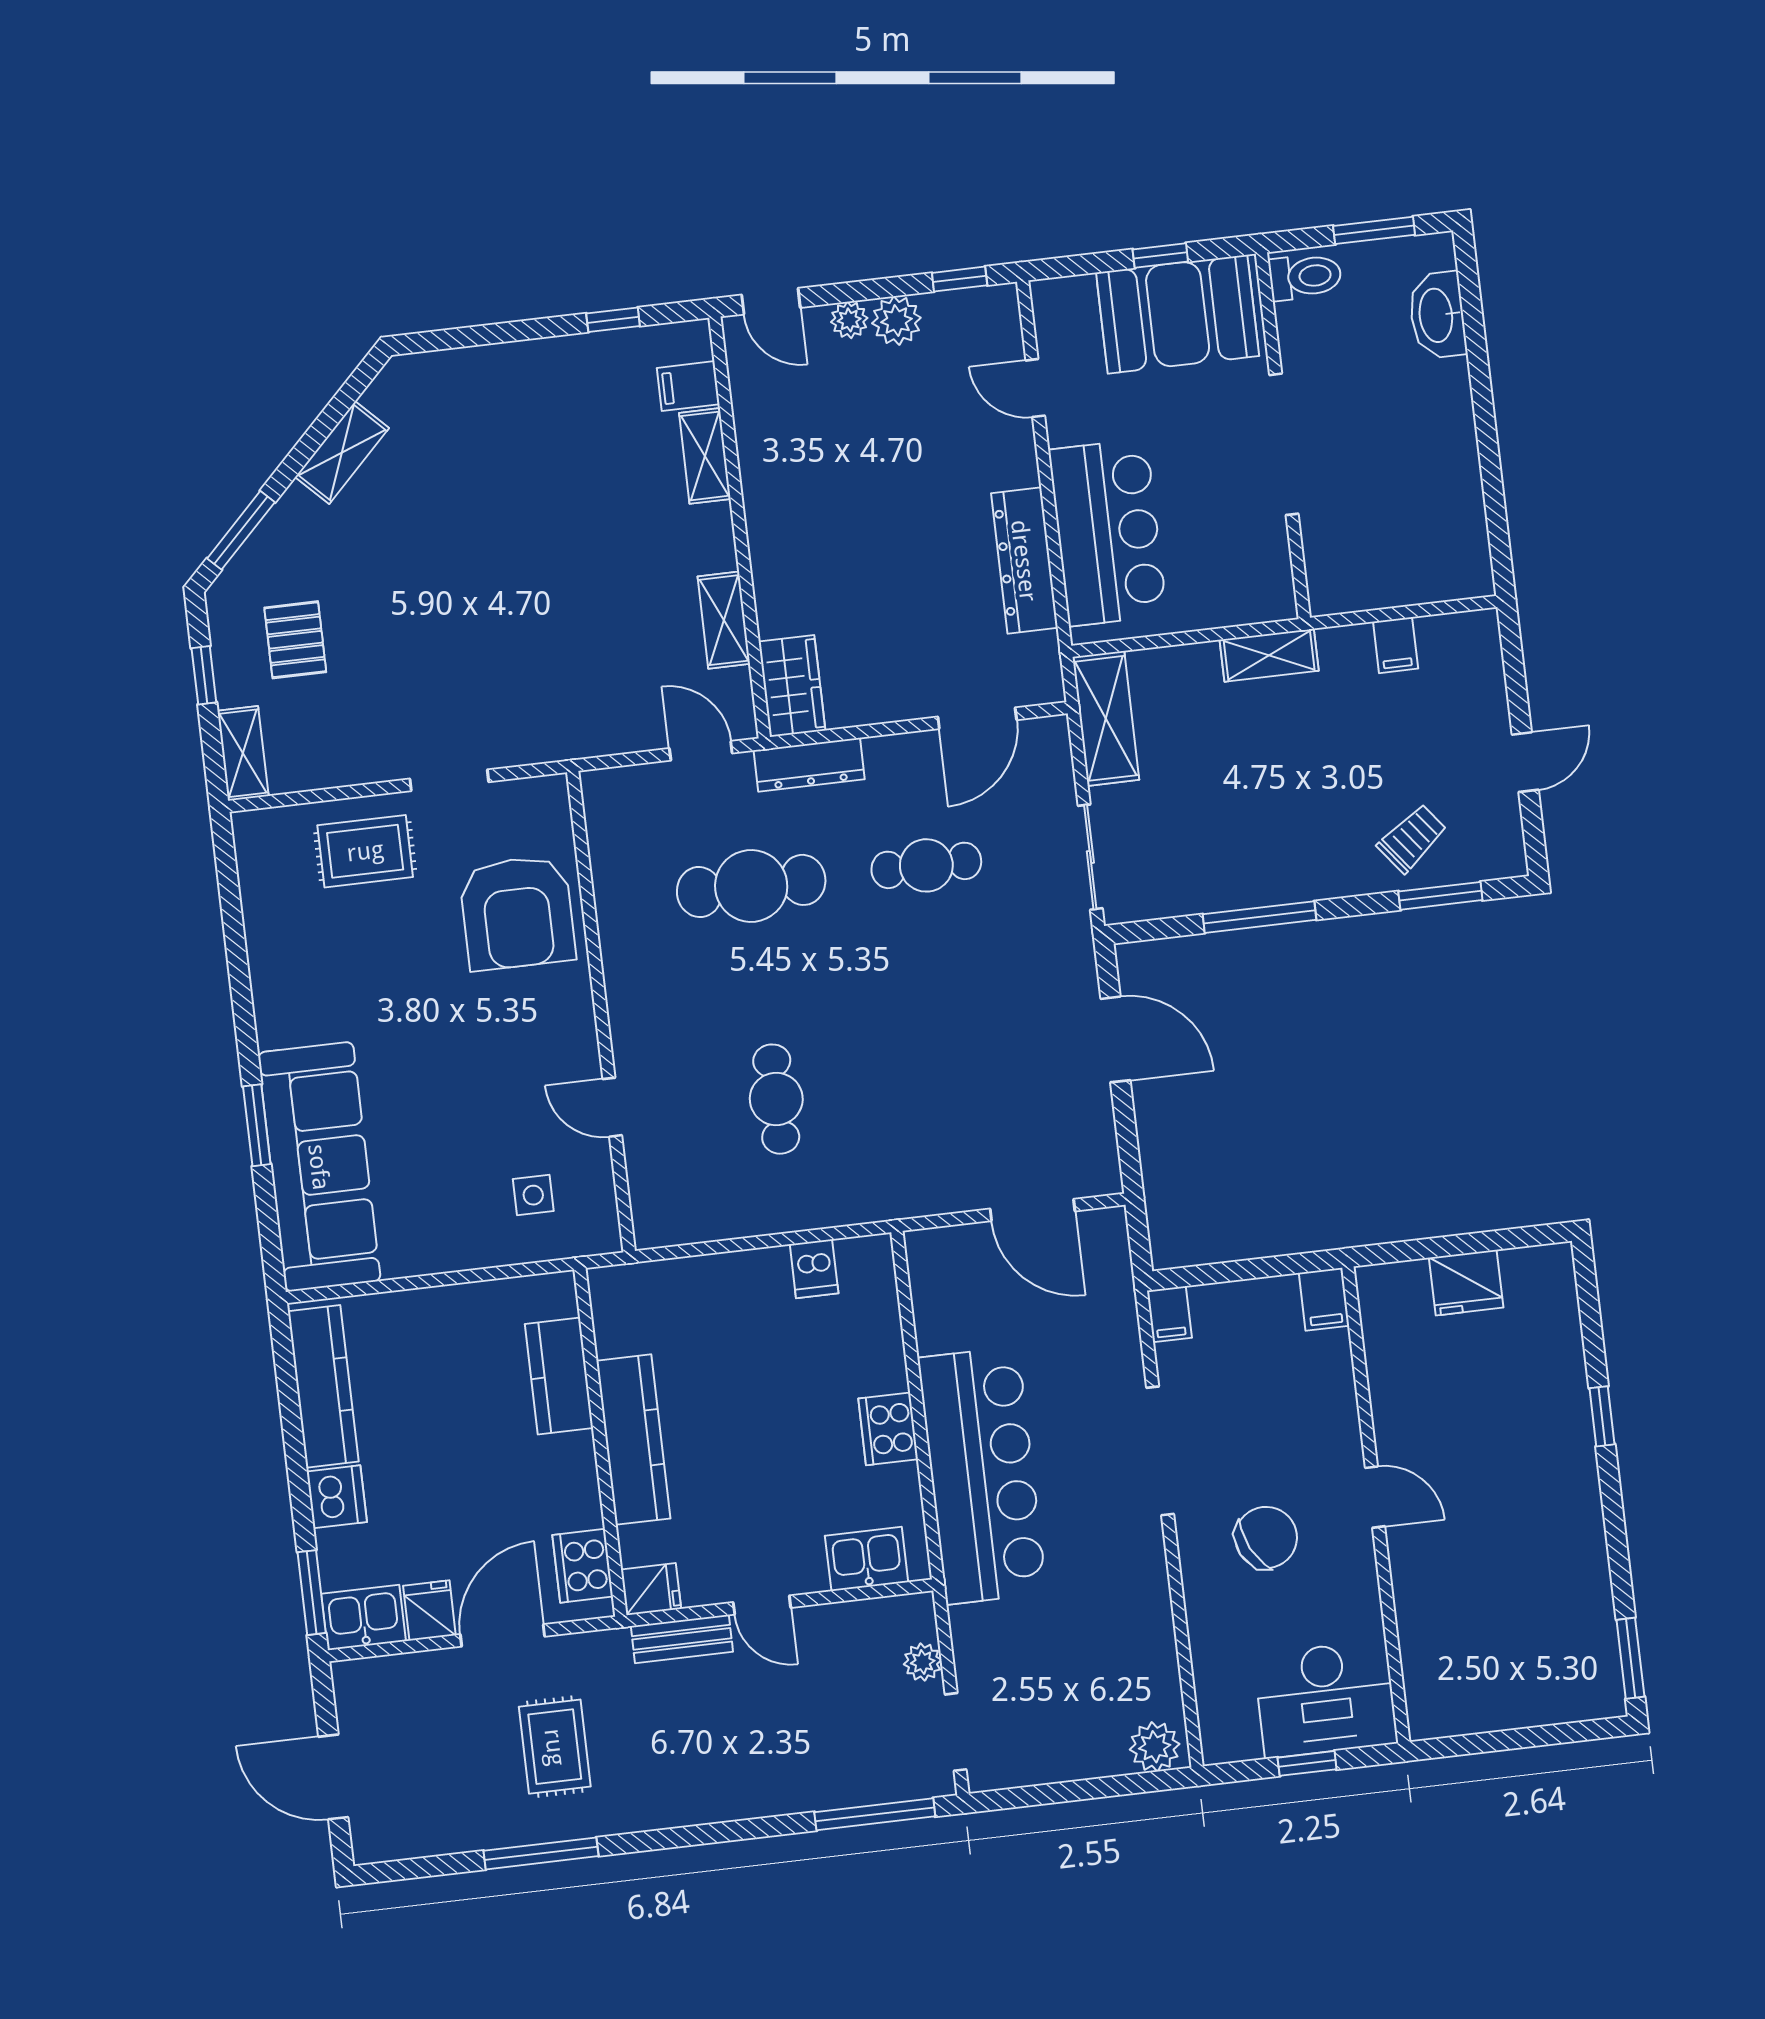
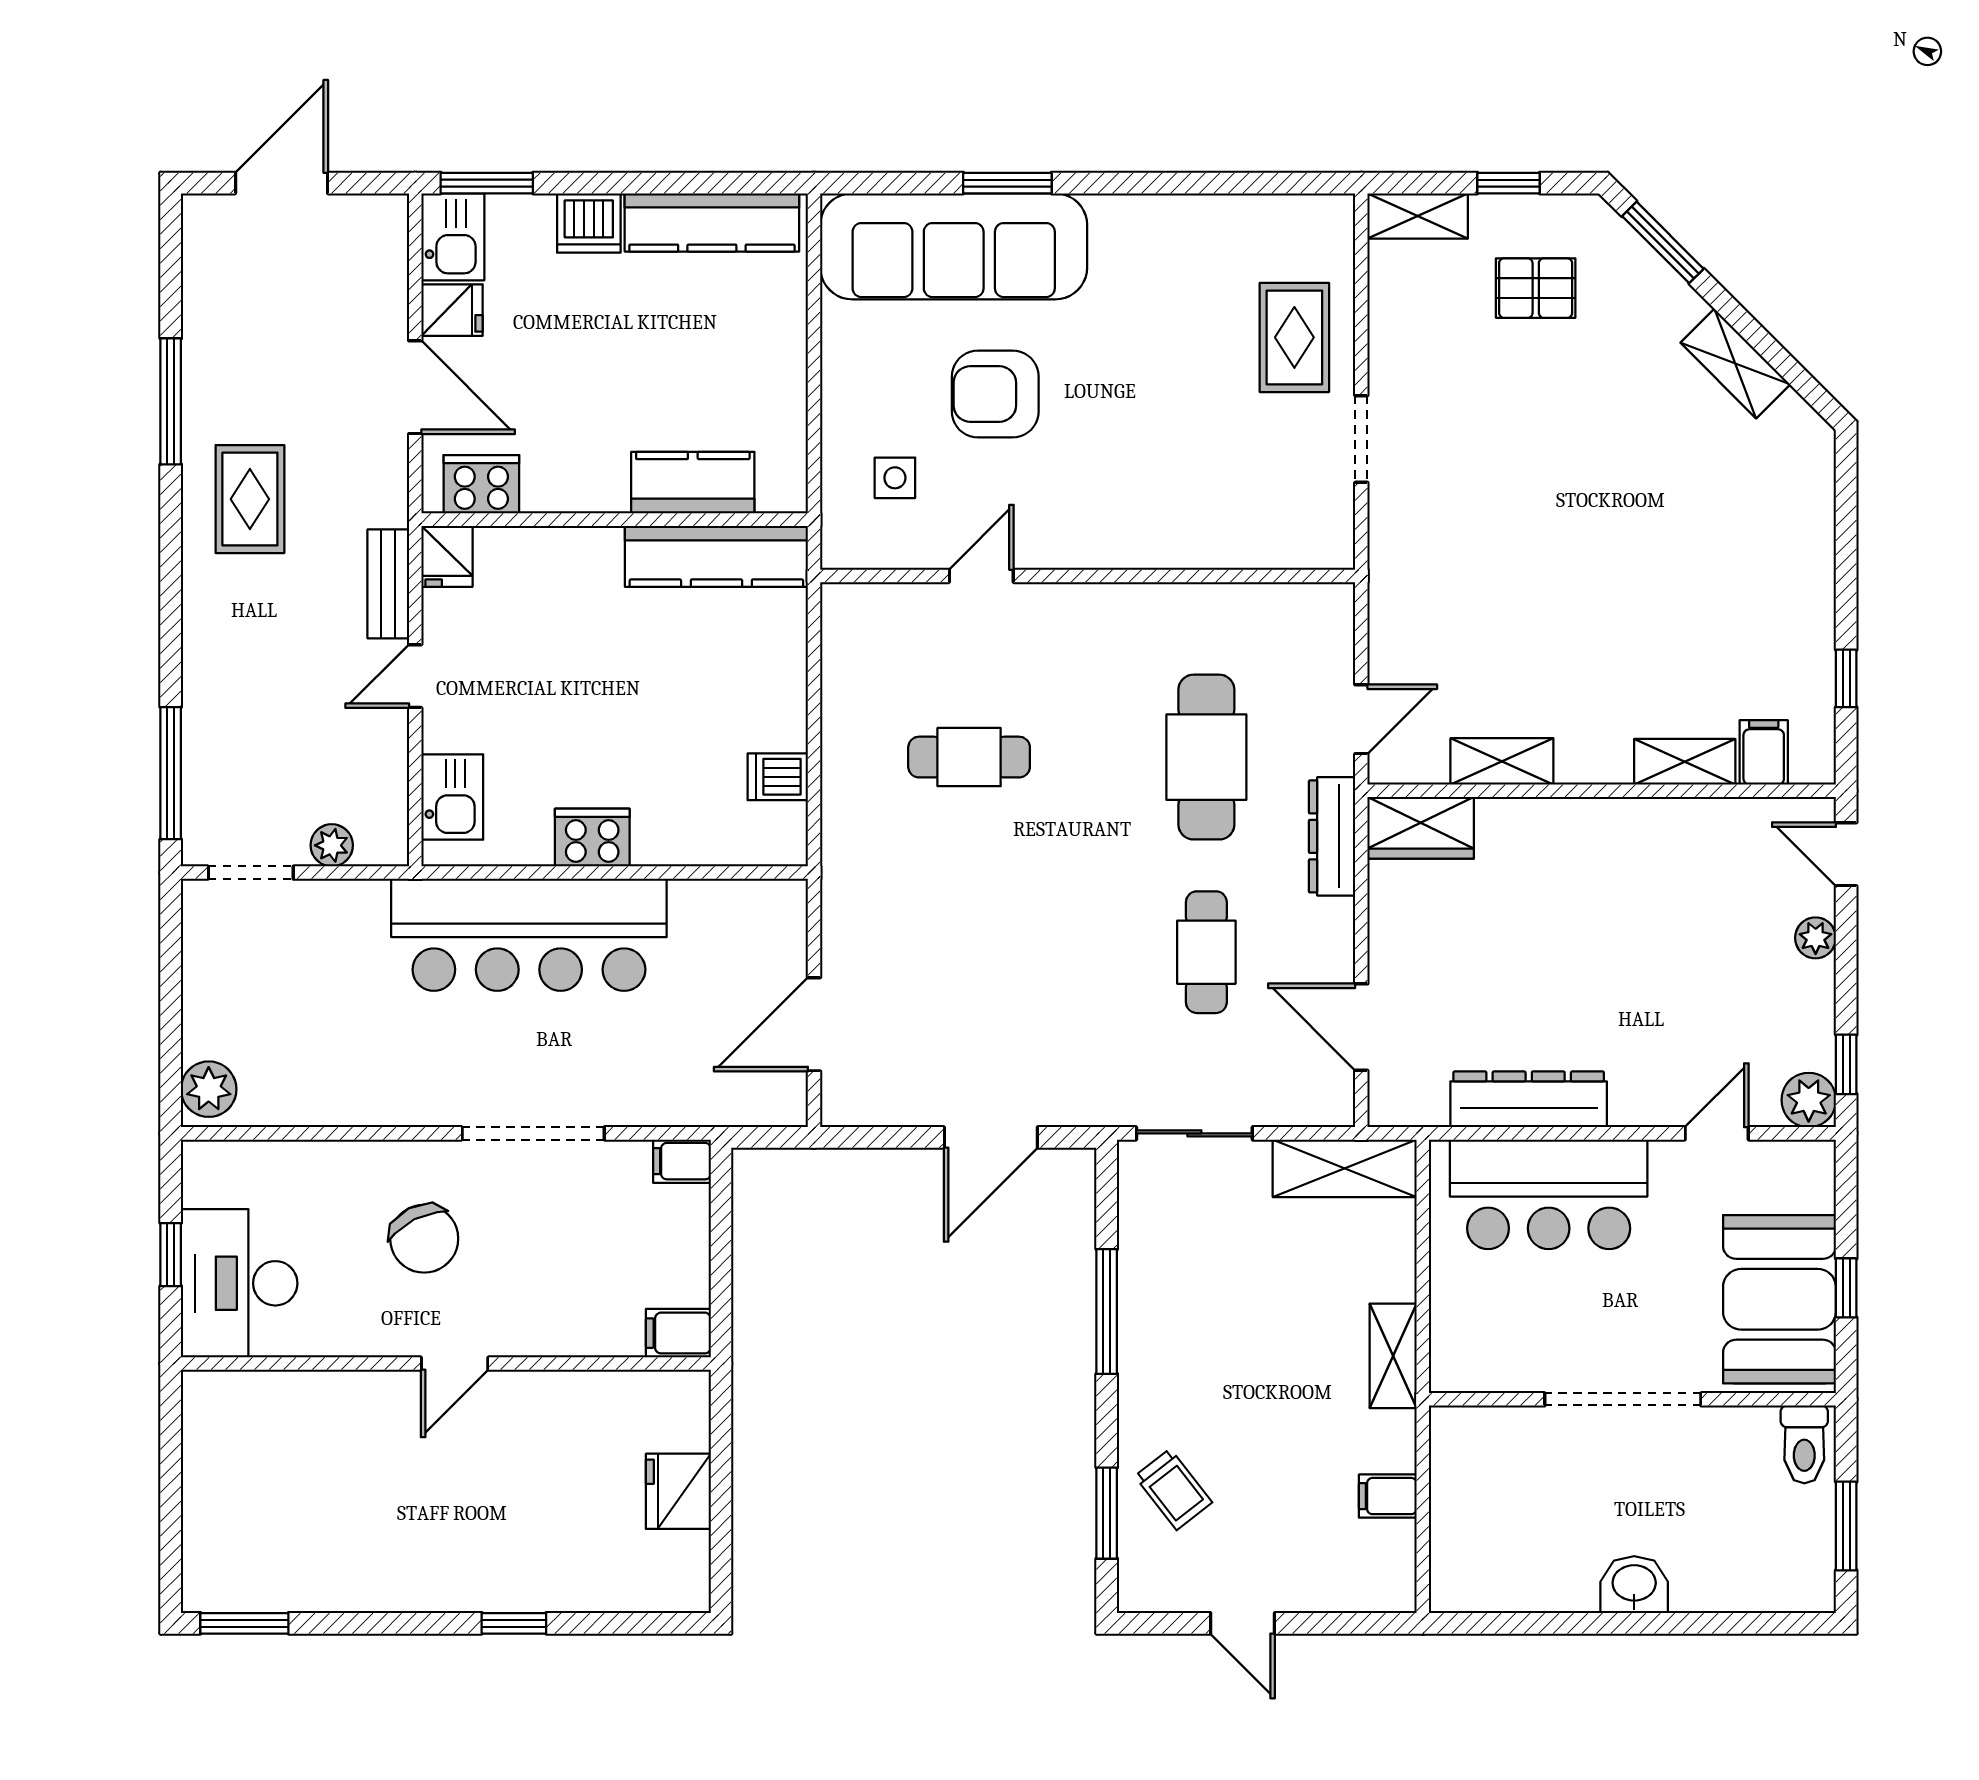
door: (771, 301) -> (1846, 854), hinge flipped
washbasin: (1437, 315) -> (1634, 1585), moved, width x0.72
plant: (896, 321) -> (1809, 1100), moved
armchair: (517, 913) -> (995, 394), moved, width x0.73, depth x0.73
kitchen counter: (633, 1440) -> (716, 556), moved
rug: (555, 1747) -> (250, 499), moved, turned 90

